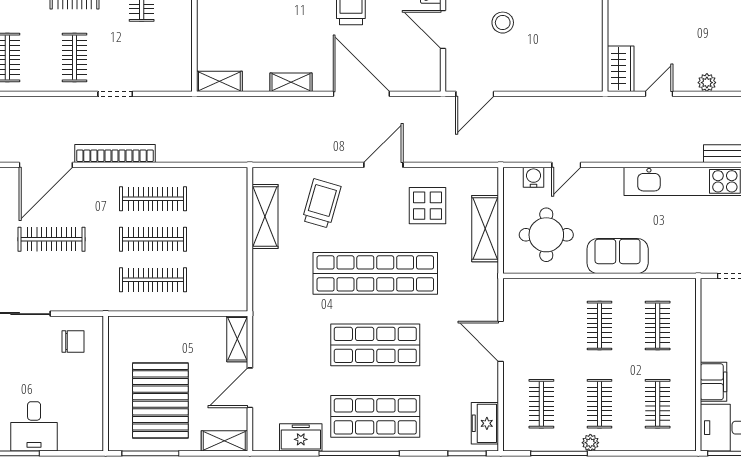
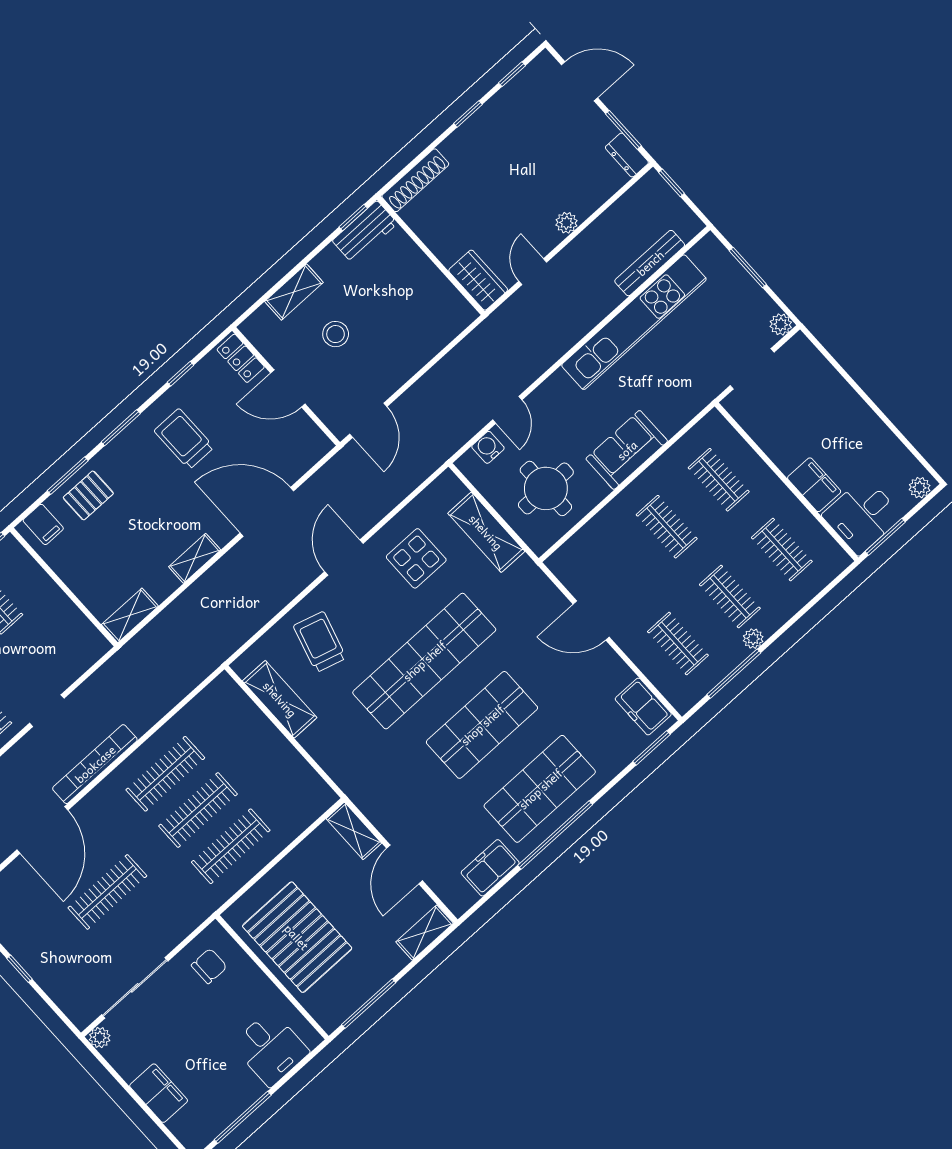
pallet: (160, 400) -> (297, 937), moved
desk: (34, 426) -> (270, 1048), moved

